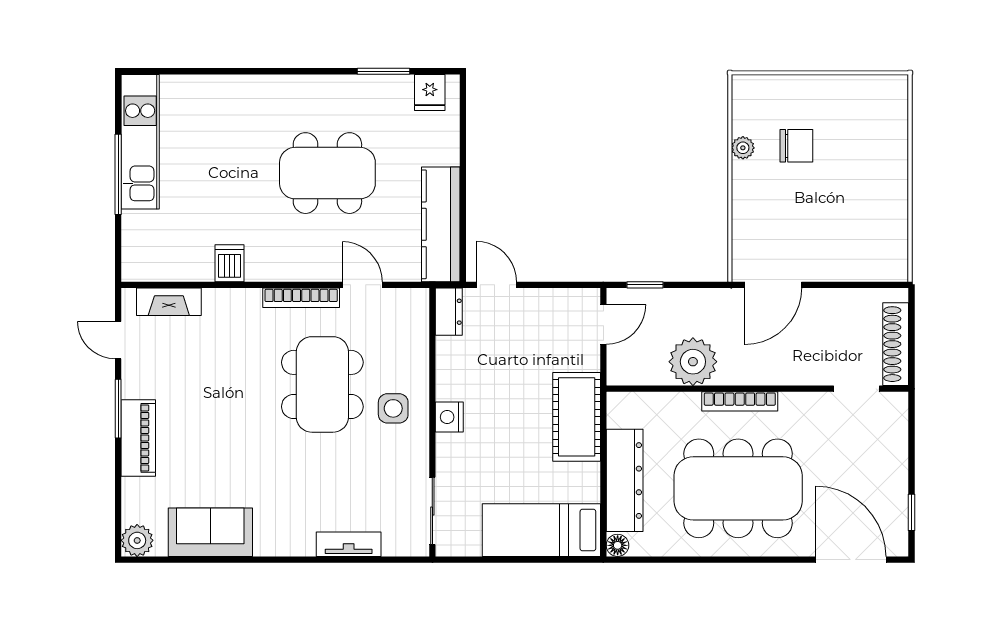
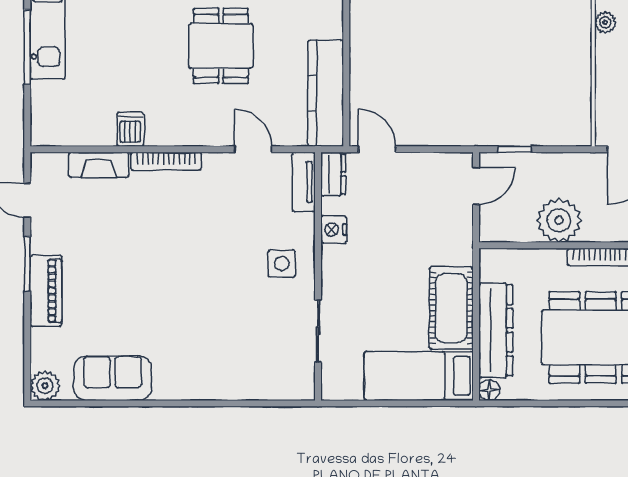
dining table: (327, 173) -> (221, 46), width x0.73
bookcase: (301, 298) -> (166, 161), moved
fireplace: (169, 302) -> (99, 165), moved
dining table: (322, 384) -> (216, 241), removed
nightstand: (449, 417) -> (334, 230), moved
cot: (577, 417) -> (451, 308), moved
sliding door: (432, 511) -> (318, 331), moved
tv unit: (349, 544) -> (304, 182), moved, turned -90

